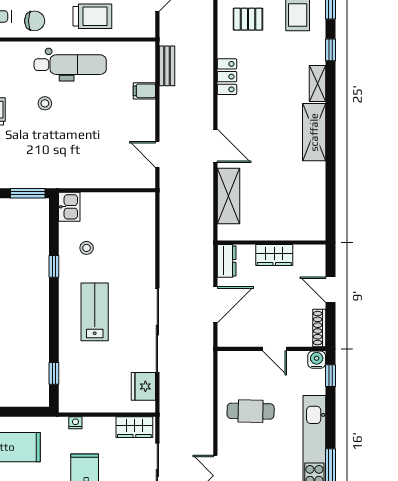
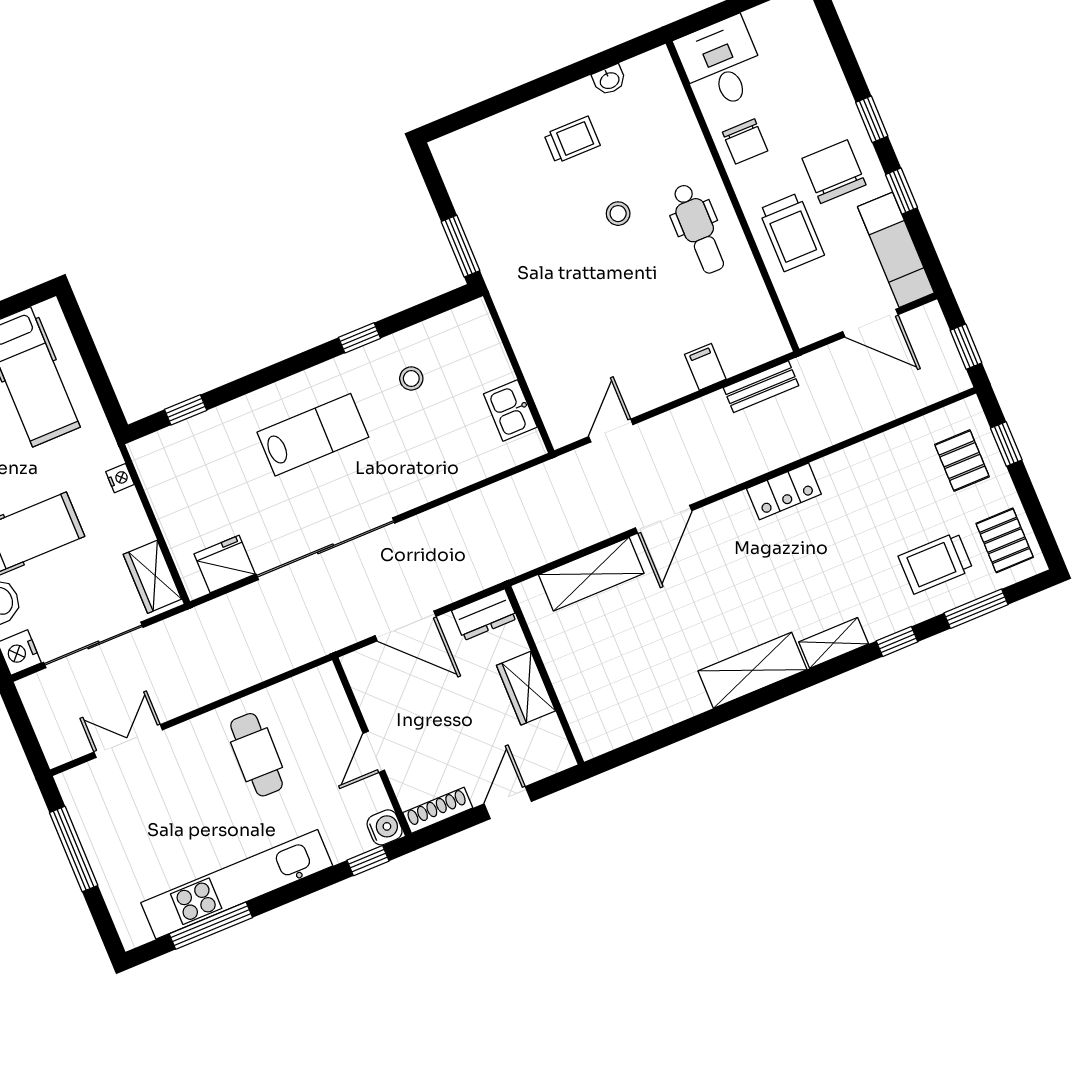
pallet: (248, 19) -> (892, 487), removed
dental chair: (70, 65) -> (698, 229), width x0.73, depth x0.72
kitchen sink: (69, 207) -> (510, 410), moved, turned 90

